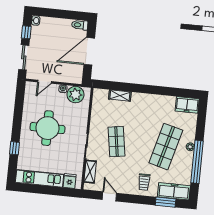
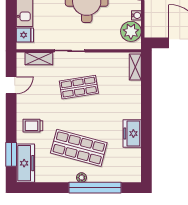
shelving: (120, 96) -> (135, 67), moved
freezer: (187, 105) -> (132, 134), moved
window: (197, 162) -> (95, 188), moved

